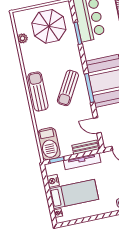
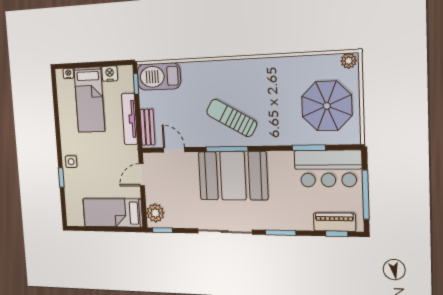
plant: (23, 38) -> (349, 61), moved
sun lounger: (38, 91) -> (233, 73), removed
door: (97, 125) -> (174, 150), hinge flipped

